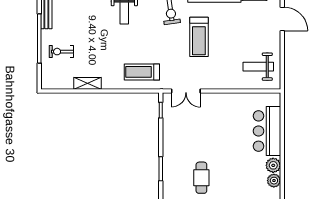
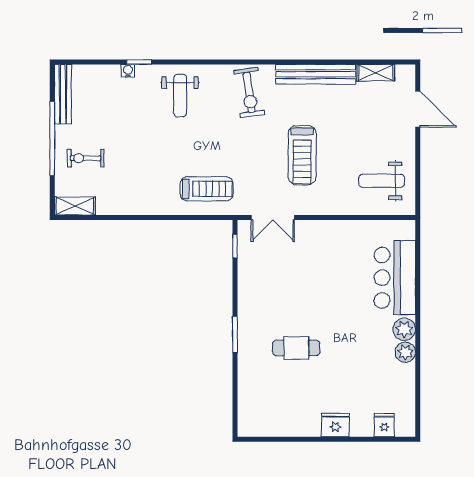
treadmill: (199, 37) -> (302, 155), moved
treadmill: (142, 72) -> (207, 189), turned 180
shelving: (87, 83) -> (75, 206), moved
cafe table: (201, 178) -> (296, 348), turned 90

